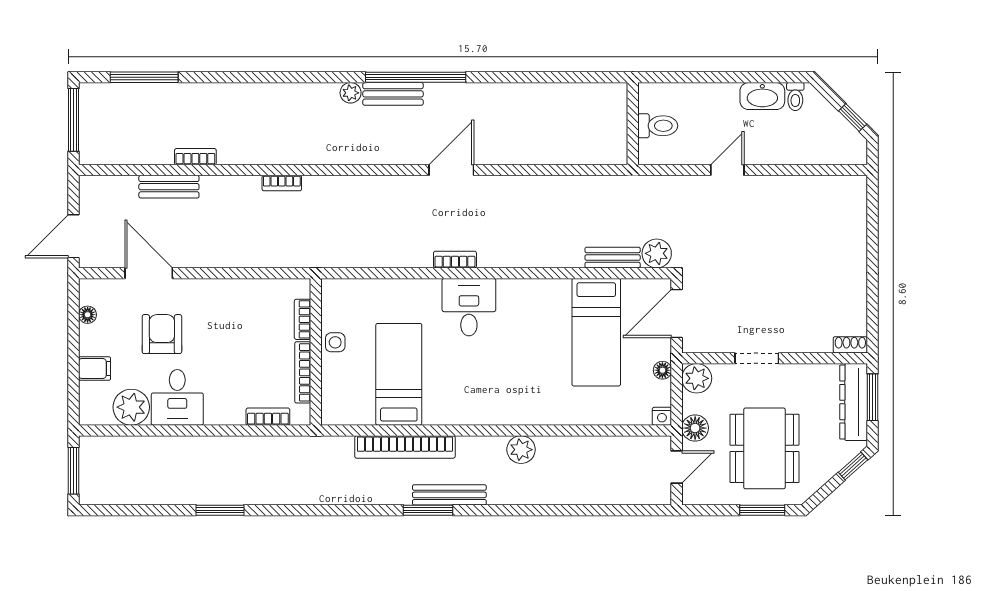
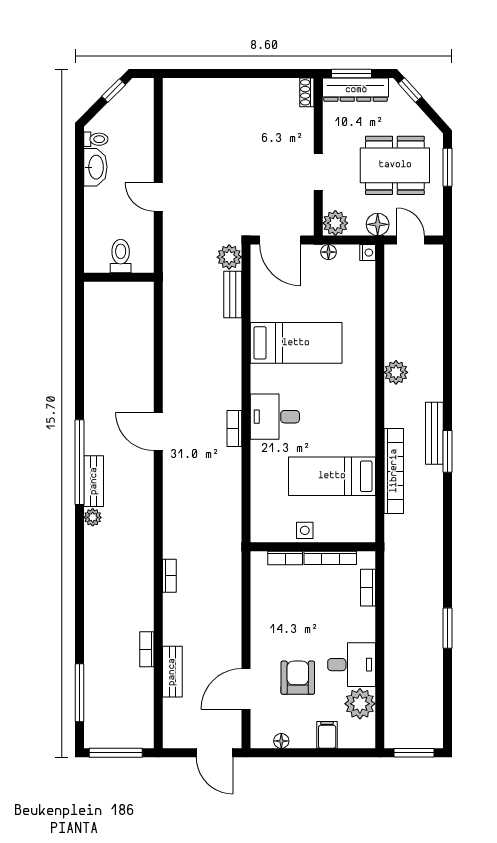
bed: (596, 332) -> (296, 343), moved
armchair: (162, 334) -> (298, 678), turned 90

